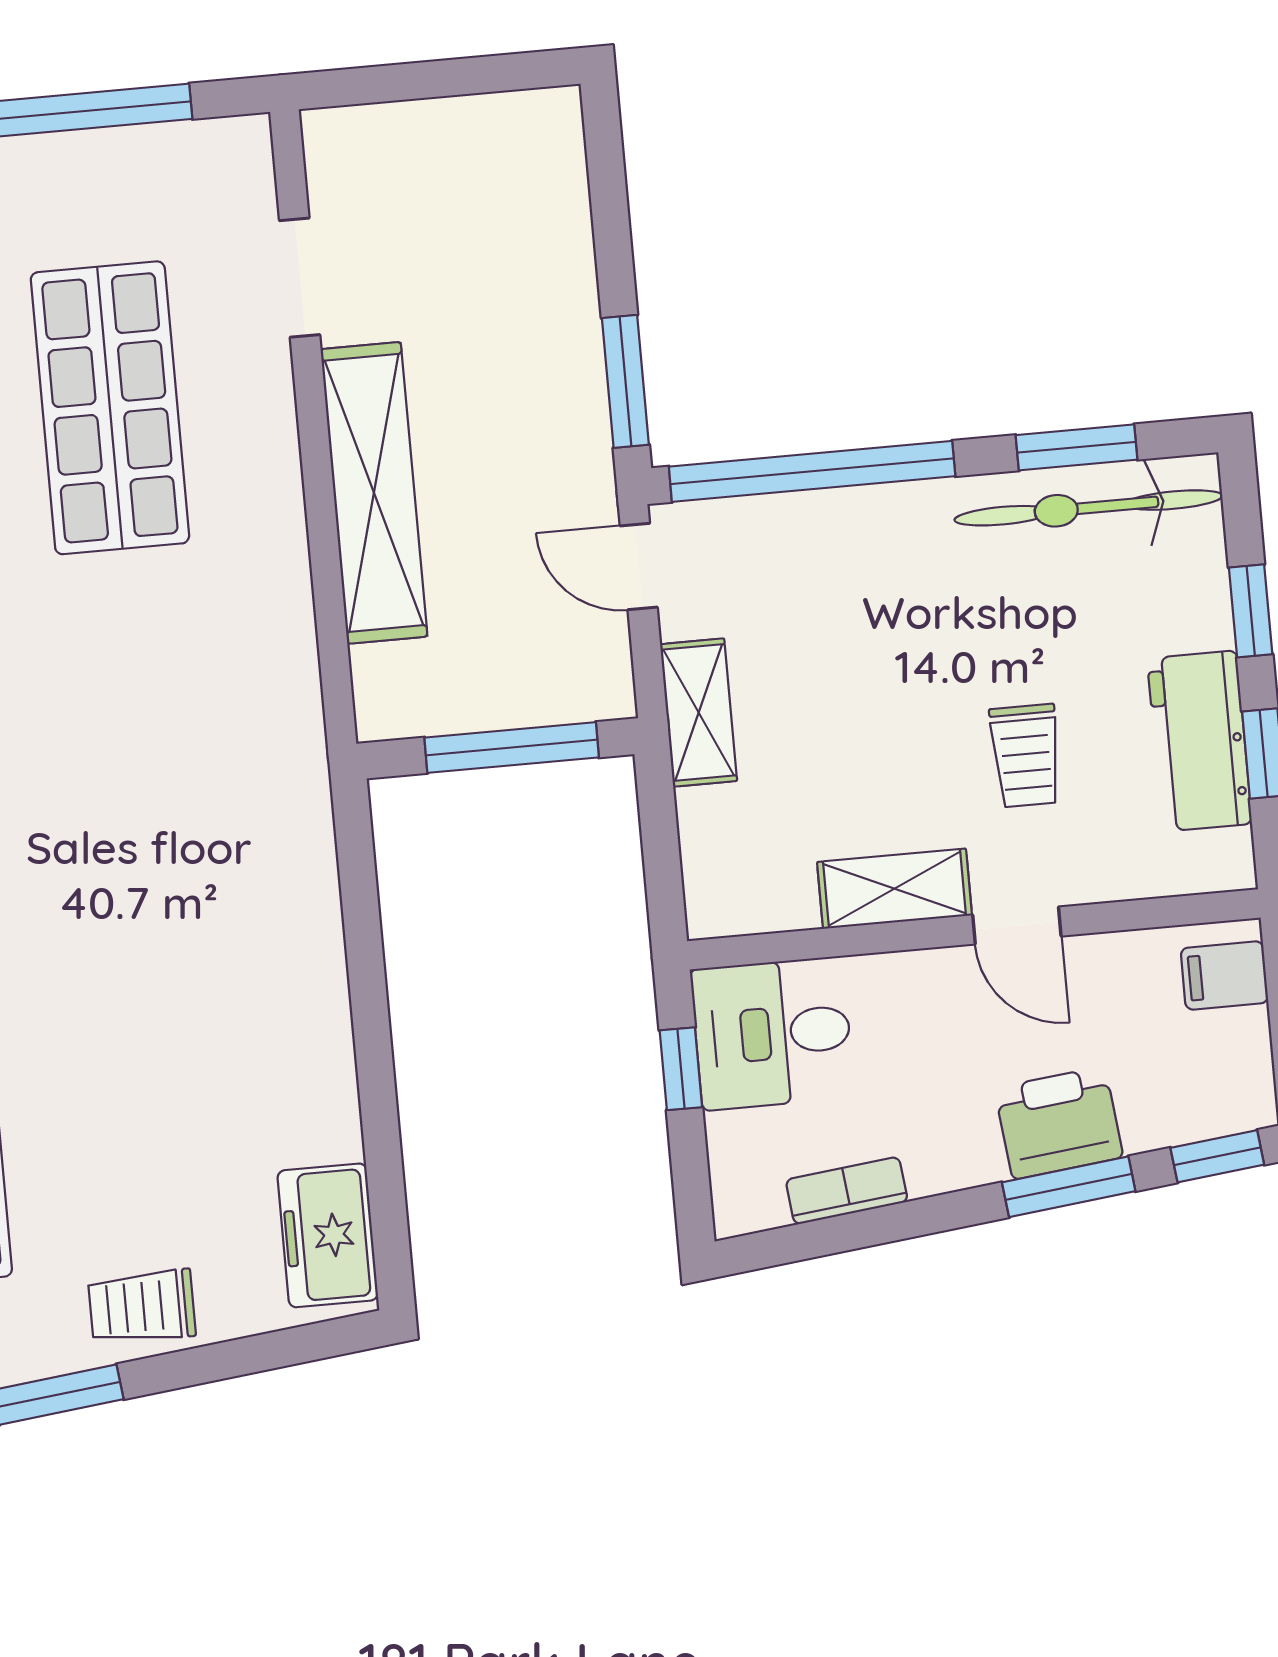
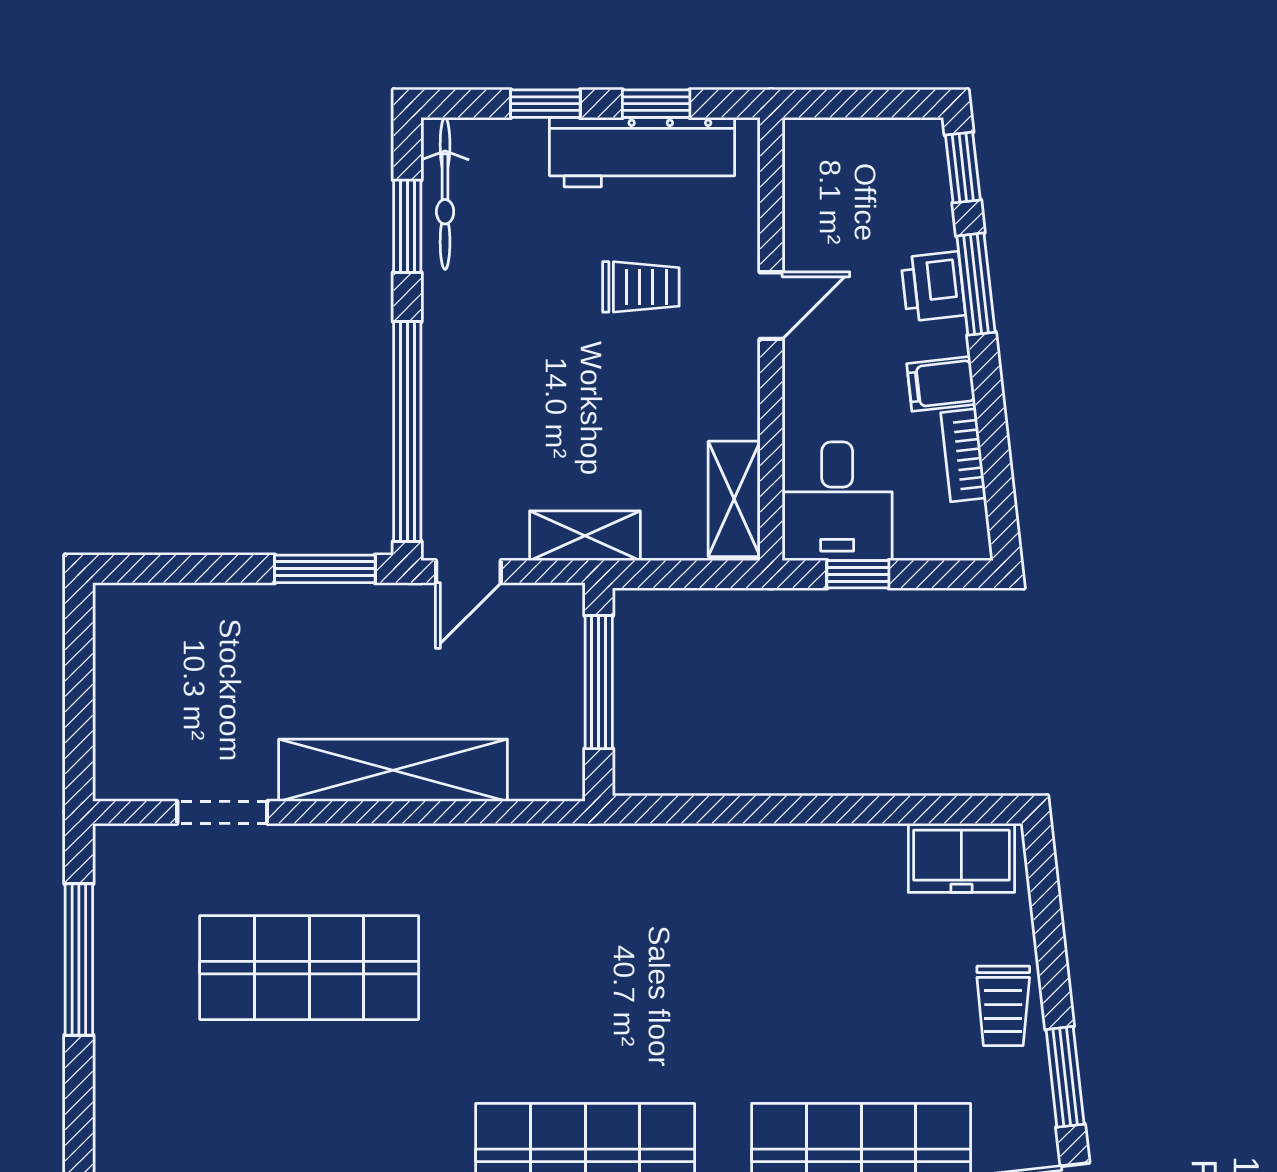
bicycle: (1088, 508) -> (445, 193), width x0.73, depth x0.71
workbench: (1200, 741) -> (642, 152), width x1.38
shelving: (894, 889) -> (734, 499), moved
filing cabinet: (1224, 975) -> (941, 384), moved, turned 84
printer: (1059, 1123) -> (933, 286), width x0.73, depth x0.81

